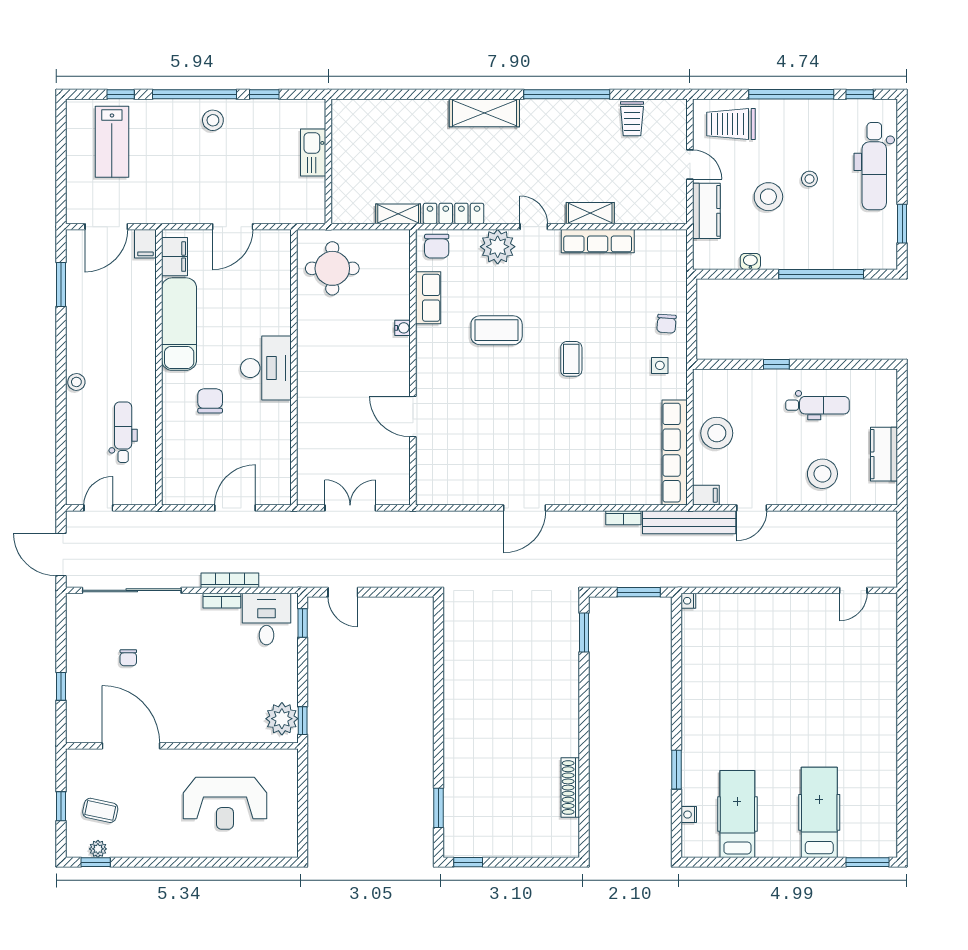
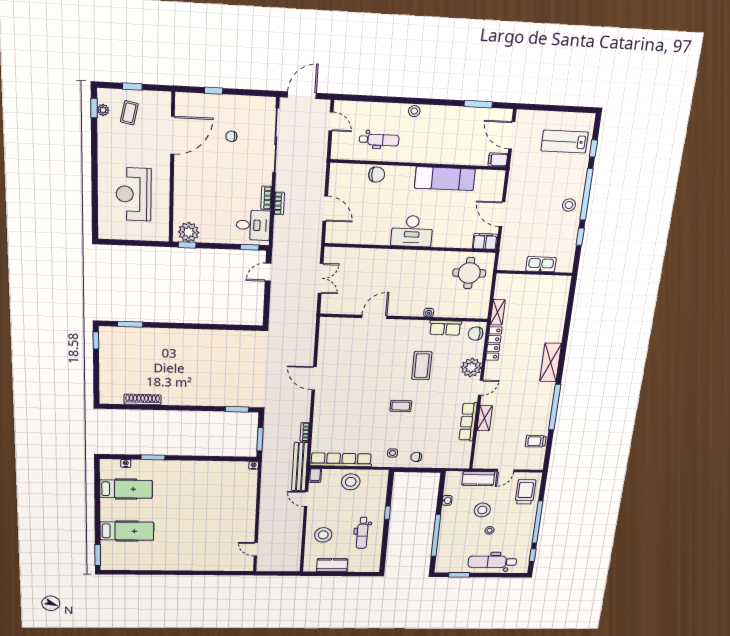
filing cabinet: (175, 257) -> (485, 241), moved, turned 180
chair: (210, 401) -> (377, 175), moved
bookcase: (230, 580) -> (279, 203), width x0.64

